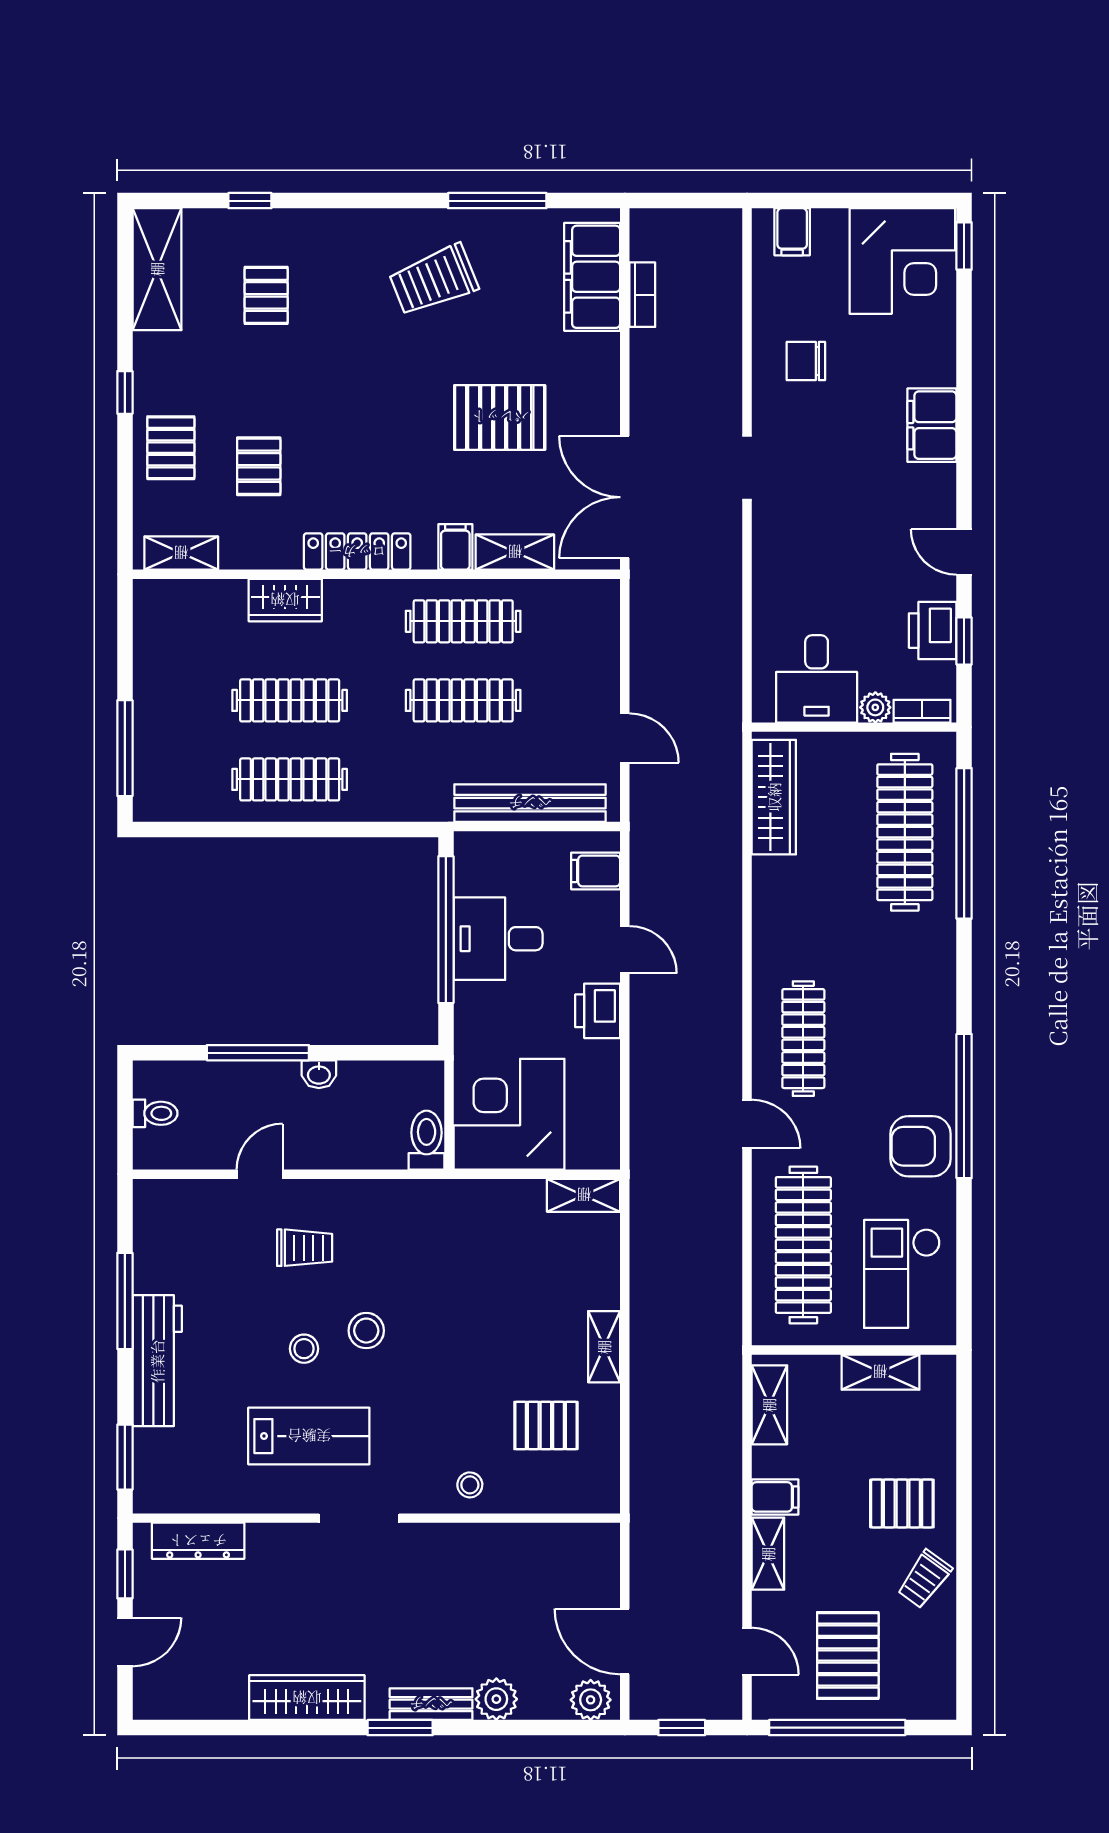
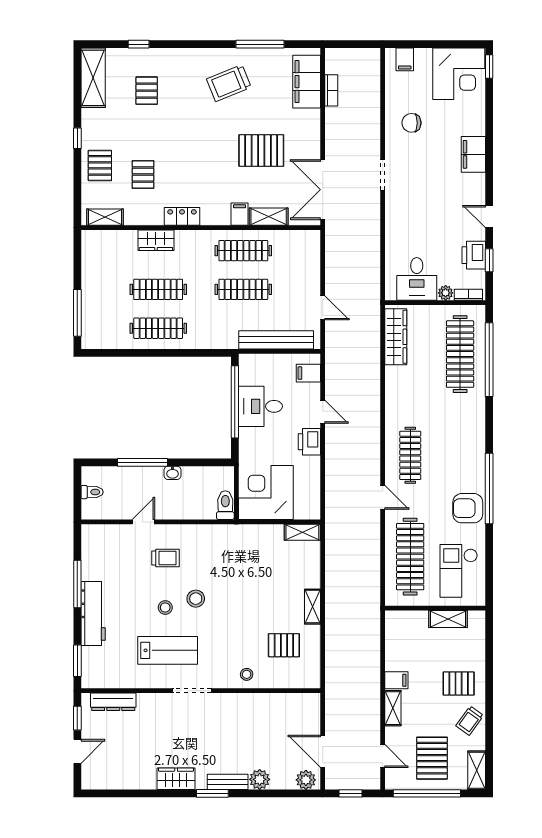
locker: (357, 552) -> (182, 216), width x0.66
shelving: (769, 1405) -> (477, 770), moved
wardrobe: (307, 1698) -> (176, 779), width x0.67

